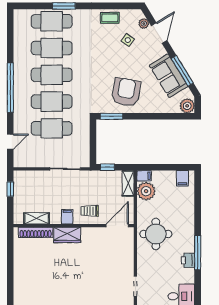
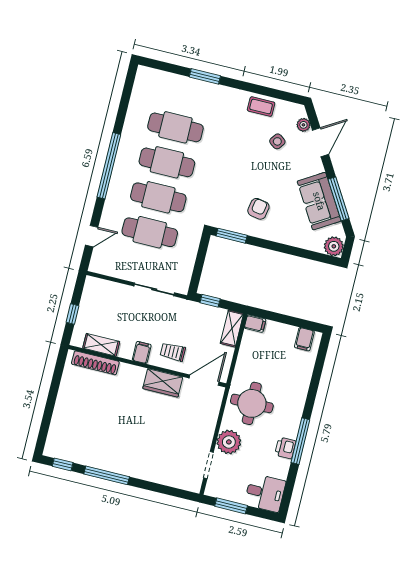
cafe table: (52, 21) -> (184, 92), removed
armchair: (126, 92) -> (258, 209), width x0.53, depth x0.53
window: (10, 189) -> (72, 314), moved
plant: (146, 191) -> (229, 442), moved
wardrobe: (67, 235) -> (163, 383), moved

